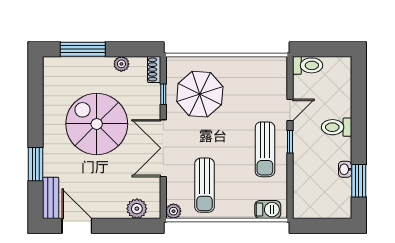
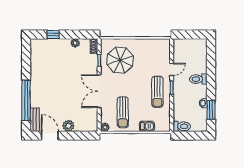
window: (83, 49) -> (53, 34), width x0.46
toilet: (308, 65) -> (182, 126), moved
spiral stairs: (97, 124) -> (61, 77), removed
window: (36, 164) -> (26, 100), width x2.11
plant: (137, 209) -> (68, 126), moved
barbecue: (268, 210) -> (147, 126), moved

